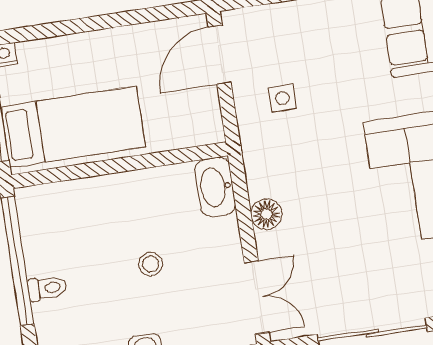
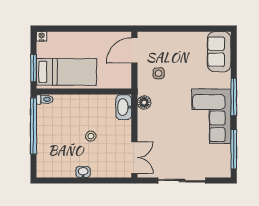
floor lamp: (266, 214) -> (144, 103), moved
toilet: (47, 288) -> (45, 99), moved

